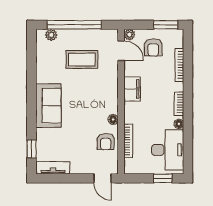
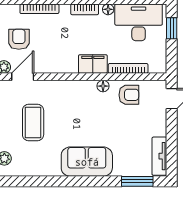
armchair: (153, 47) -> (19, 39), turned -90
filing cabinet: (132, 89) -> (93, 64), moved
window: (31, 149) -> (137, 181), width x1.50

